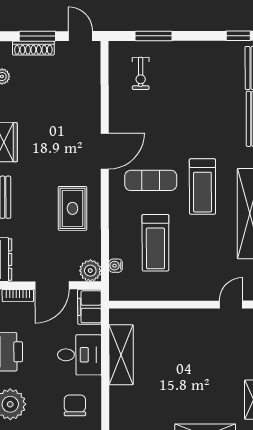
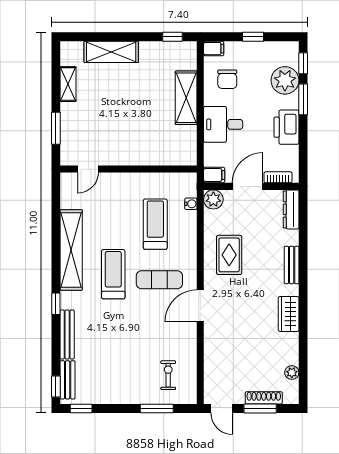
filing cabinet: (89, 307) -> (214, 175), width x0.50
shelving: (121, 355) -> (186, 98), moved

